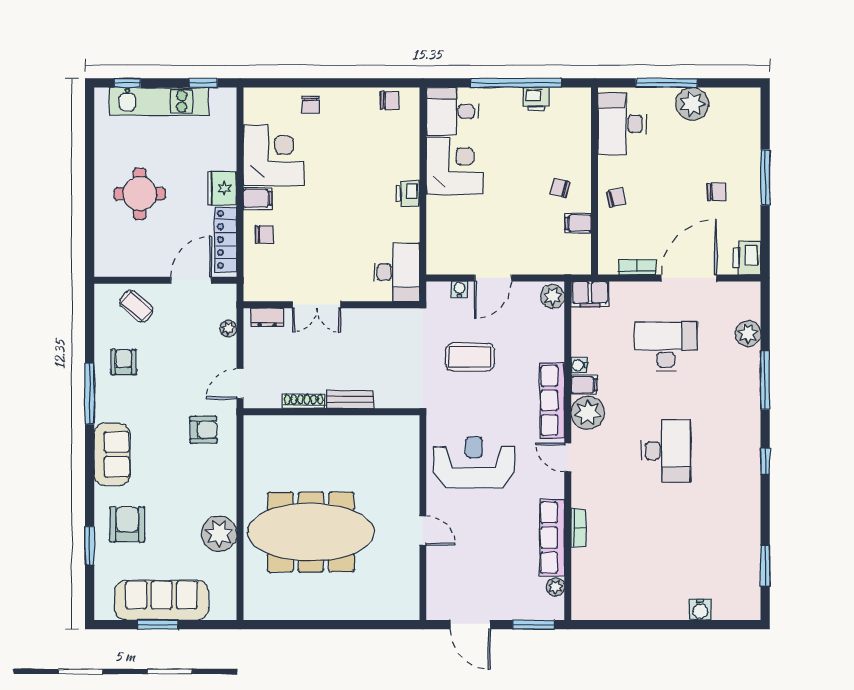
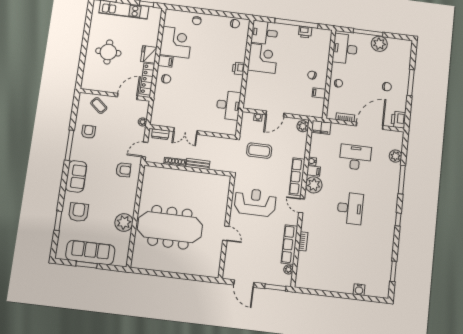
double door: (317, 305) -> (185, 131), moved
wall: (331, 305) -> (193, 132), moved
dresser: (267, 317) -> (160, 134), moved

